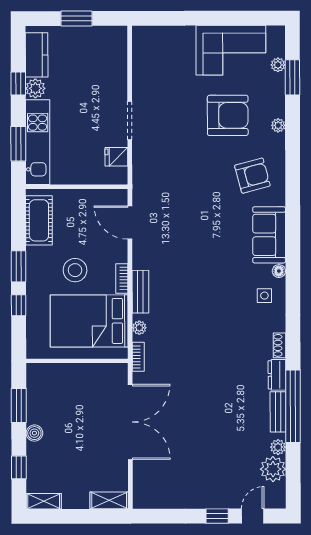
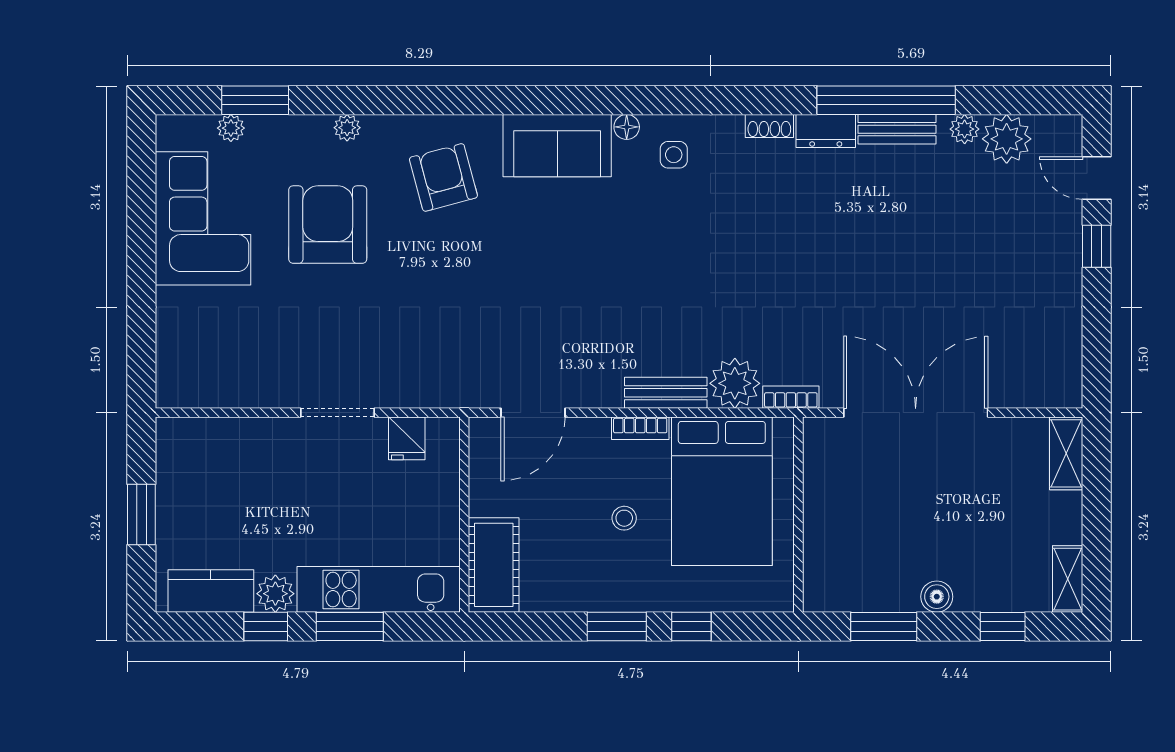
window: (18, 144) -> (350, 627), moved
cot: (39, 220) -> (494, 565), moved, turned 90
stool: (75, 270) -> (624, 518), width x0.53, depth x0.53
plant: (139, 328) -> (735, 383), width x1.88, depth x1.88

